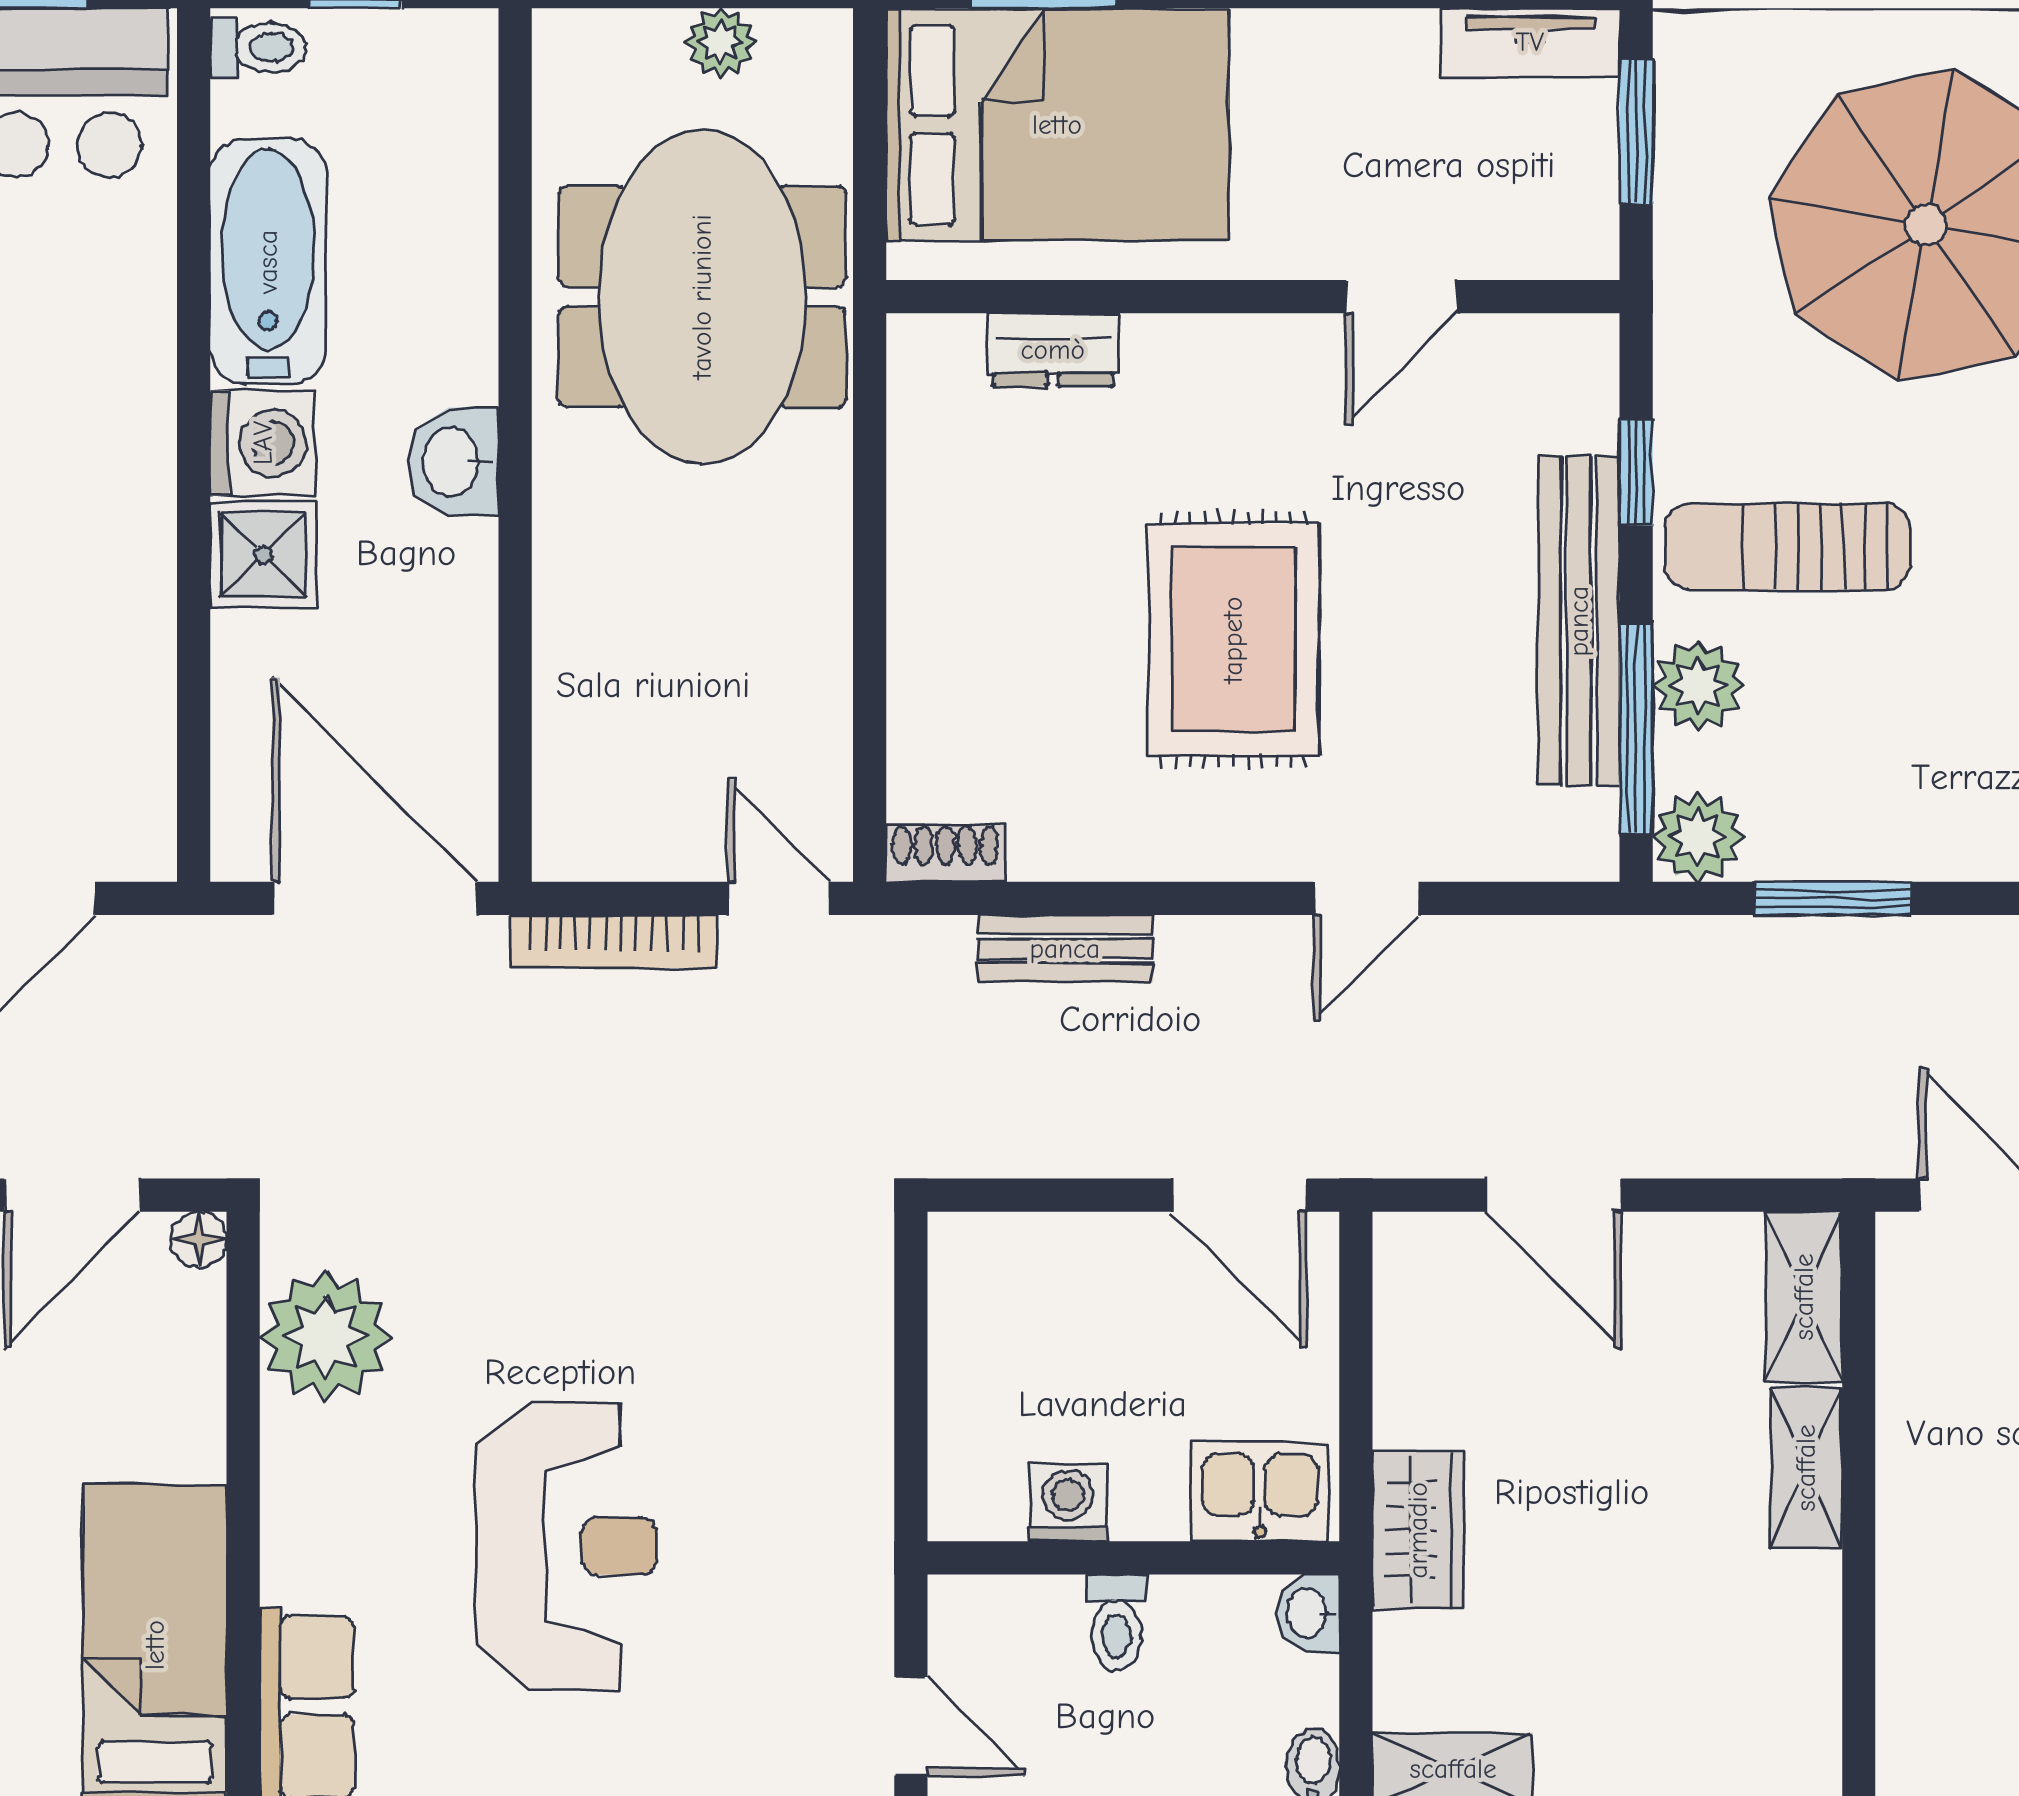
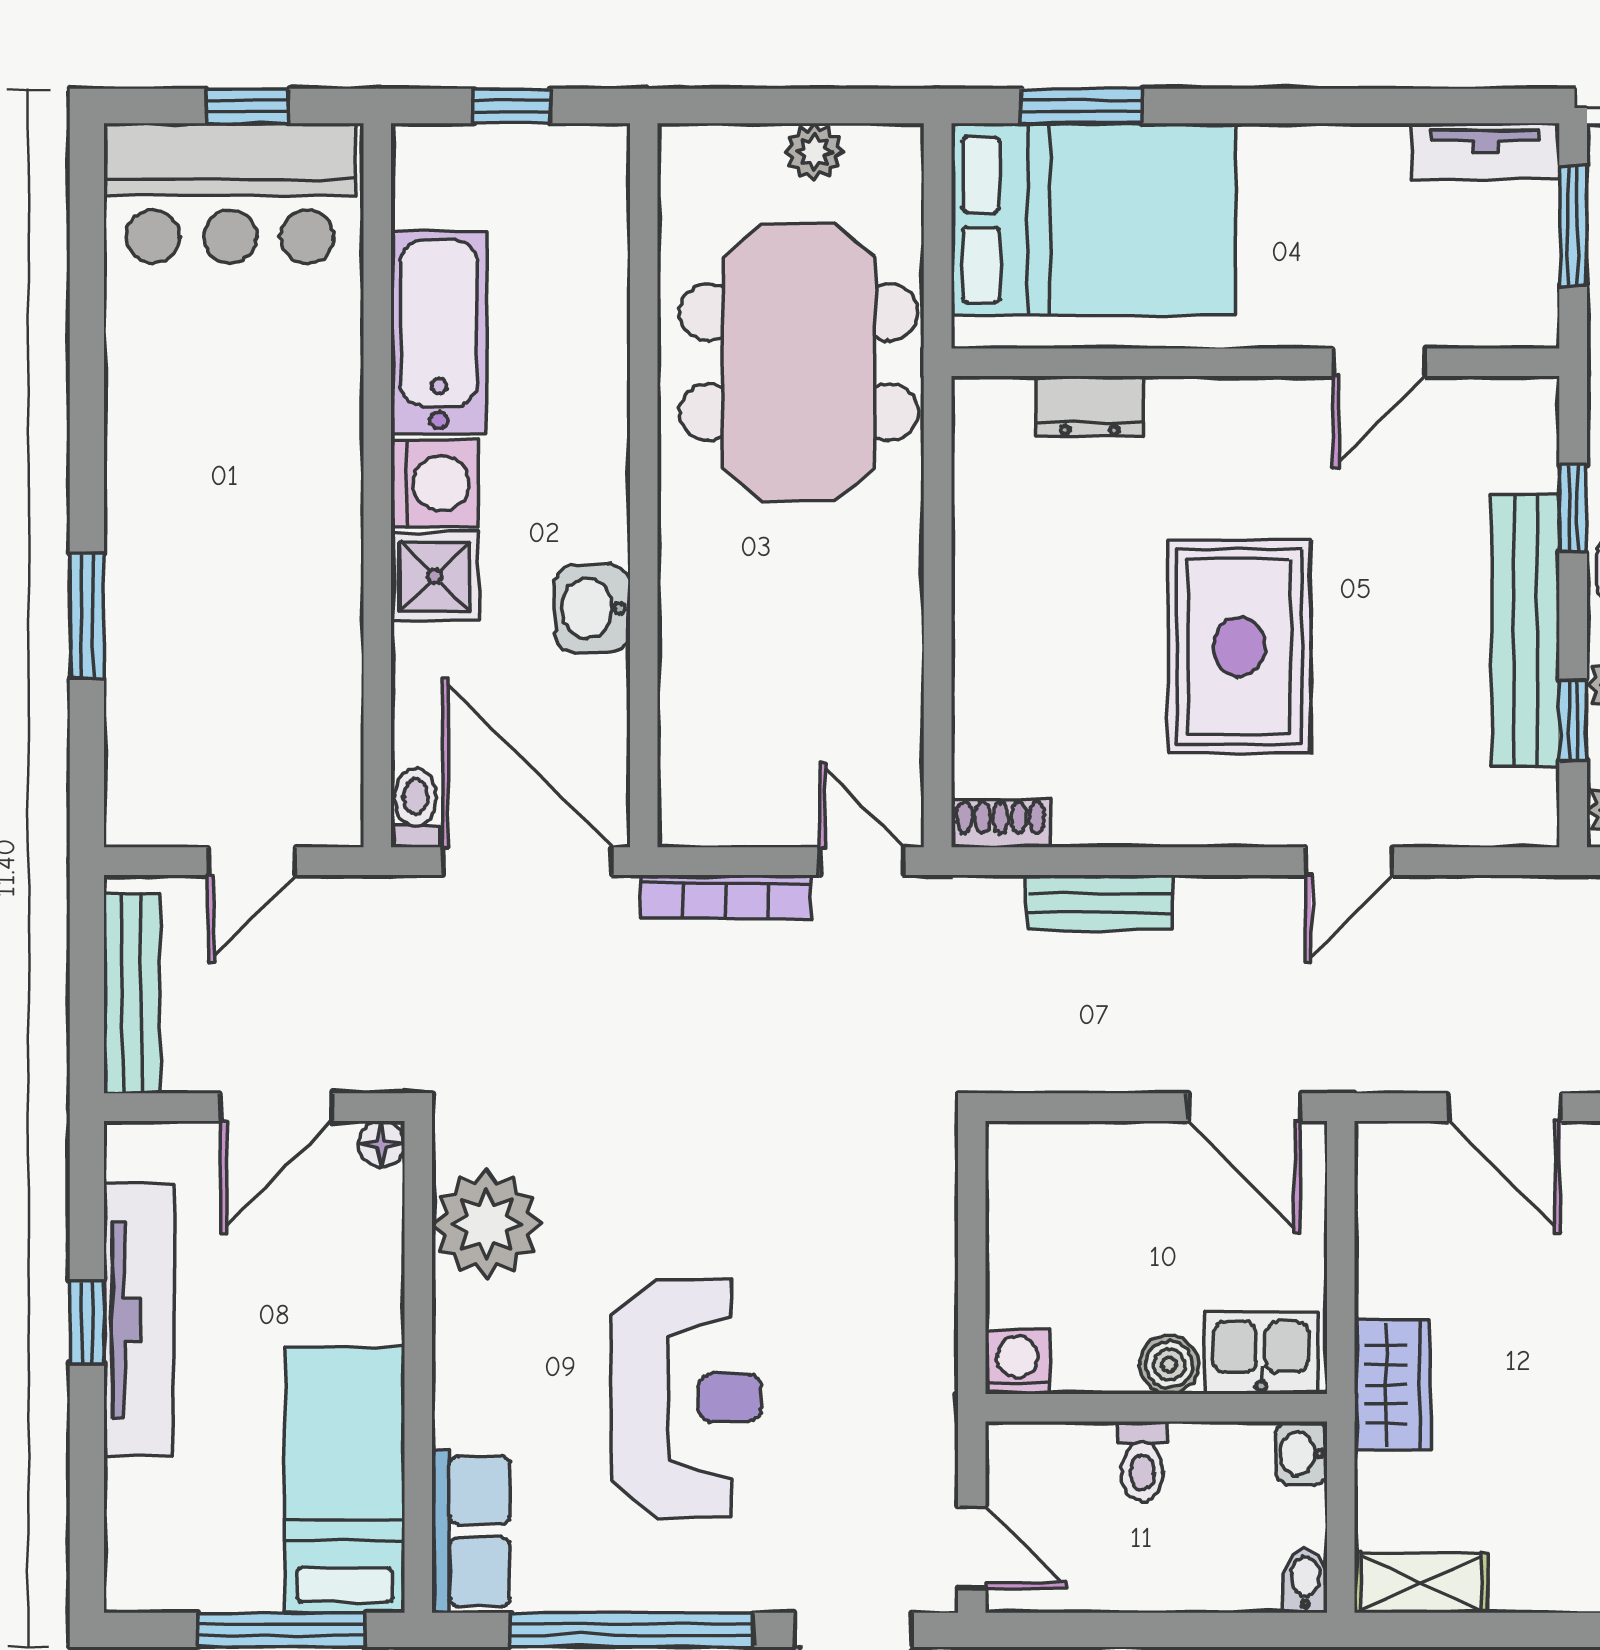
toilet: (258, 48) -> (415, 808), moved, turned -90
washbasin: (453, 462) -> (592, 608), moved
window: (1636, 728) -> (1573, 720), width x0.46
washing machine: (1068, 1503) -> (1018, 1362), moved
boiler: (1149, 1506) -> (1169, 1365), added

